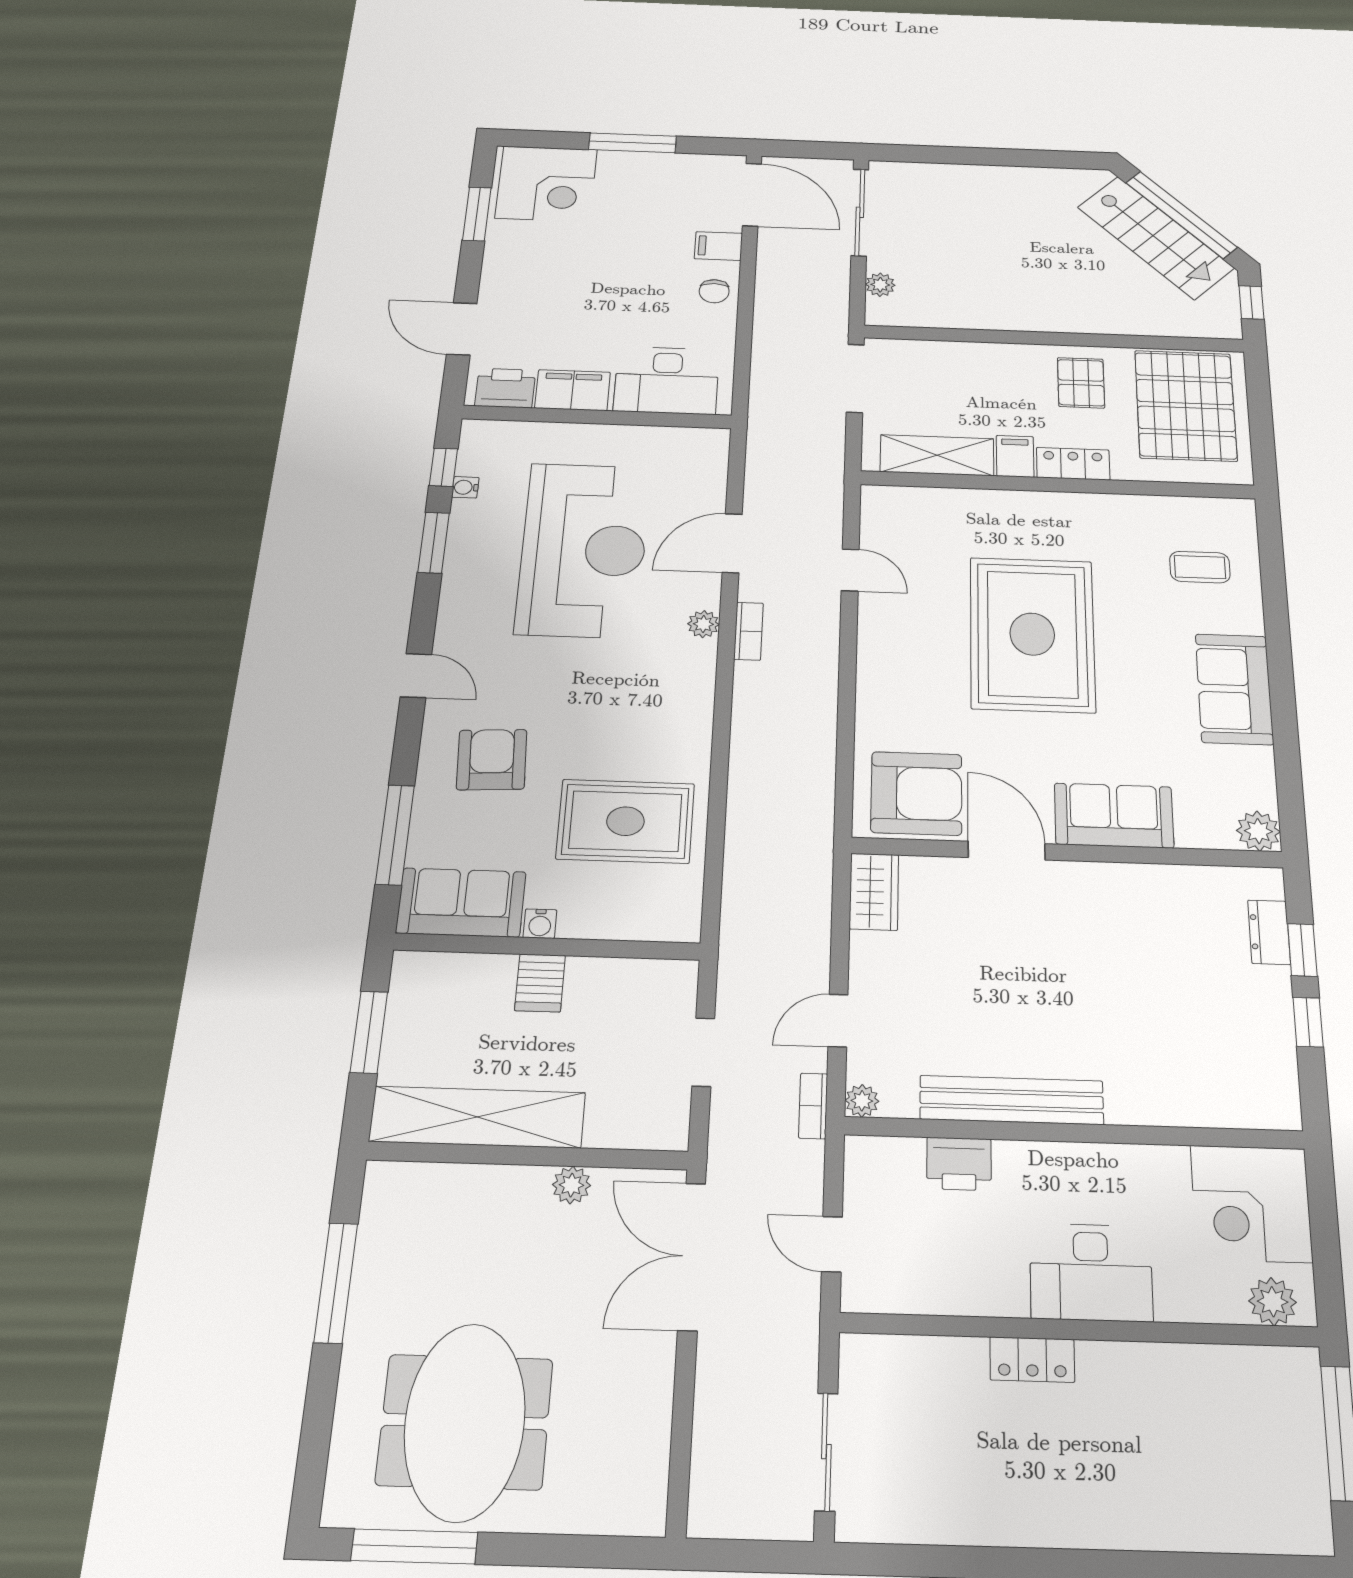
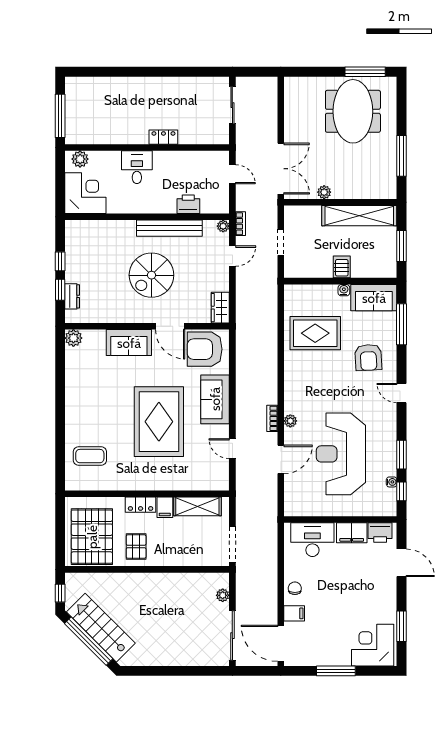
coffee table: (1200, 567) -> (90, 456), width x1.36, depth x1.30
sofa: (1234, 689) -> (215, 399), moved, turned 180
spiral stairs: (1059, 979) -> (151, 275), added
desk: (1091, 1272) -> (137, 167), width x0.73

